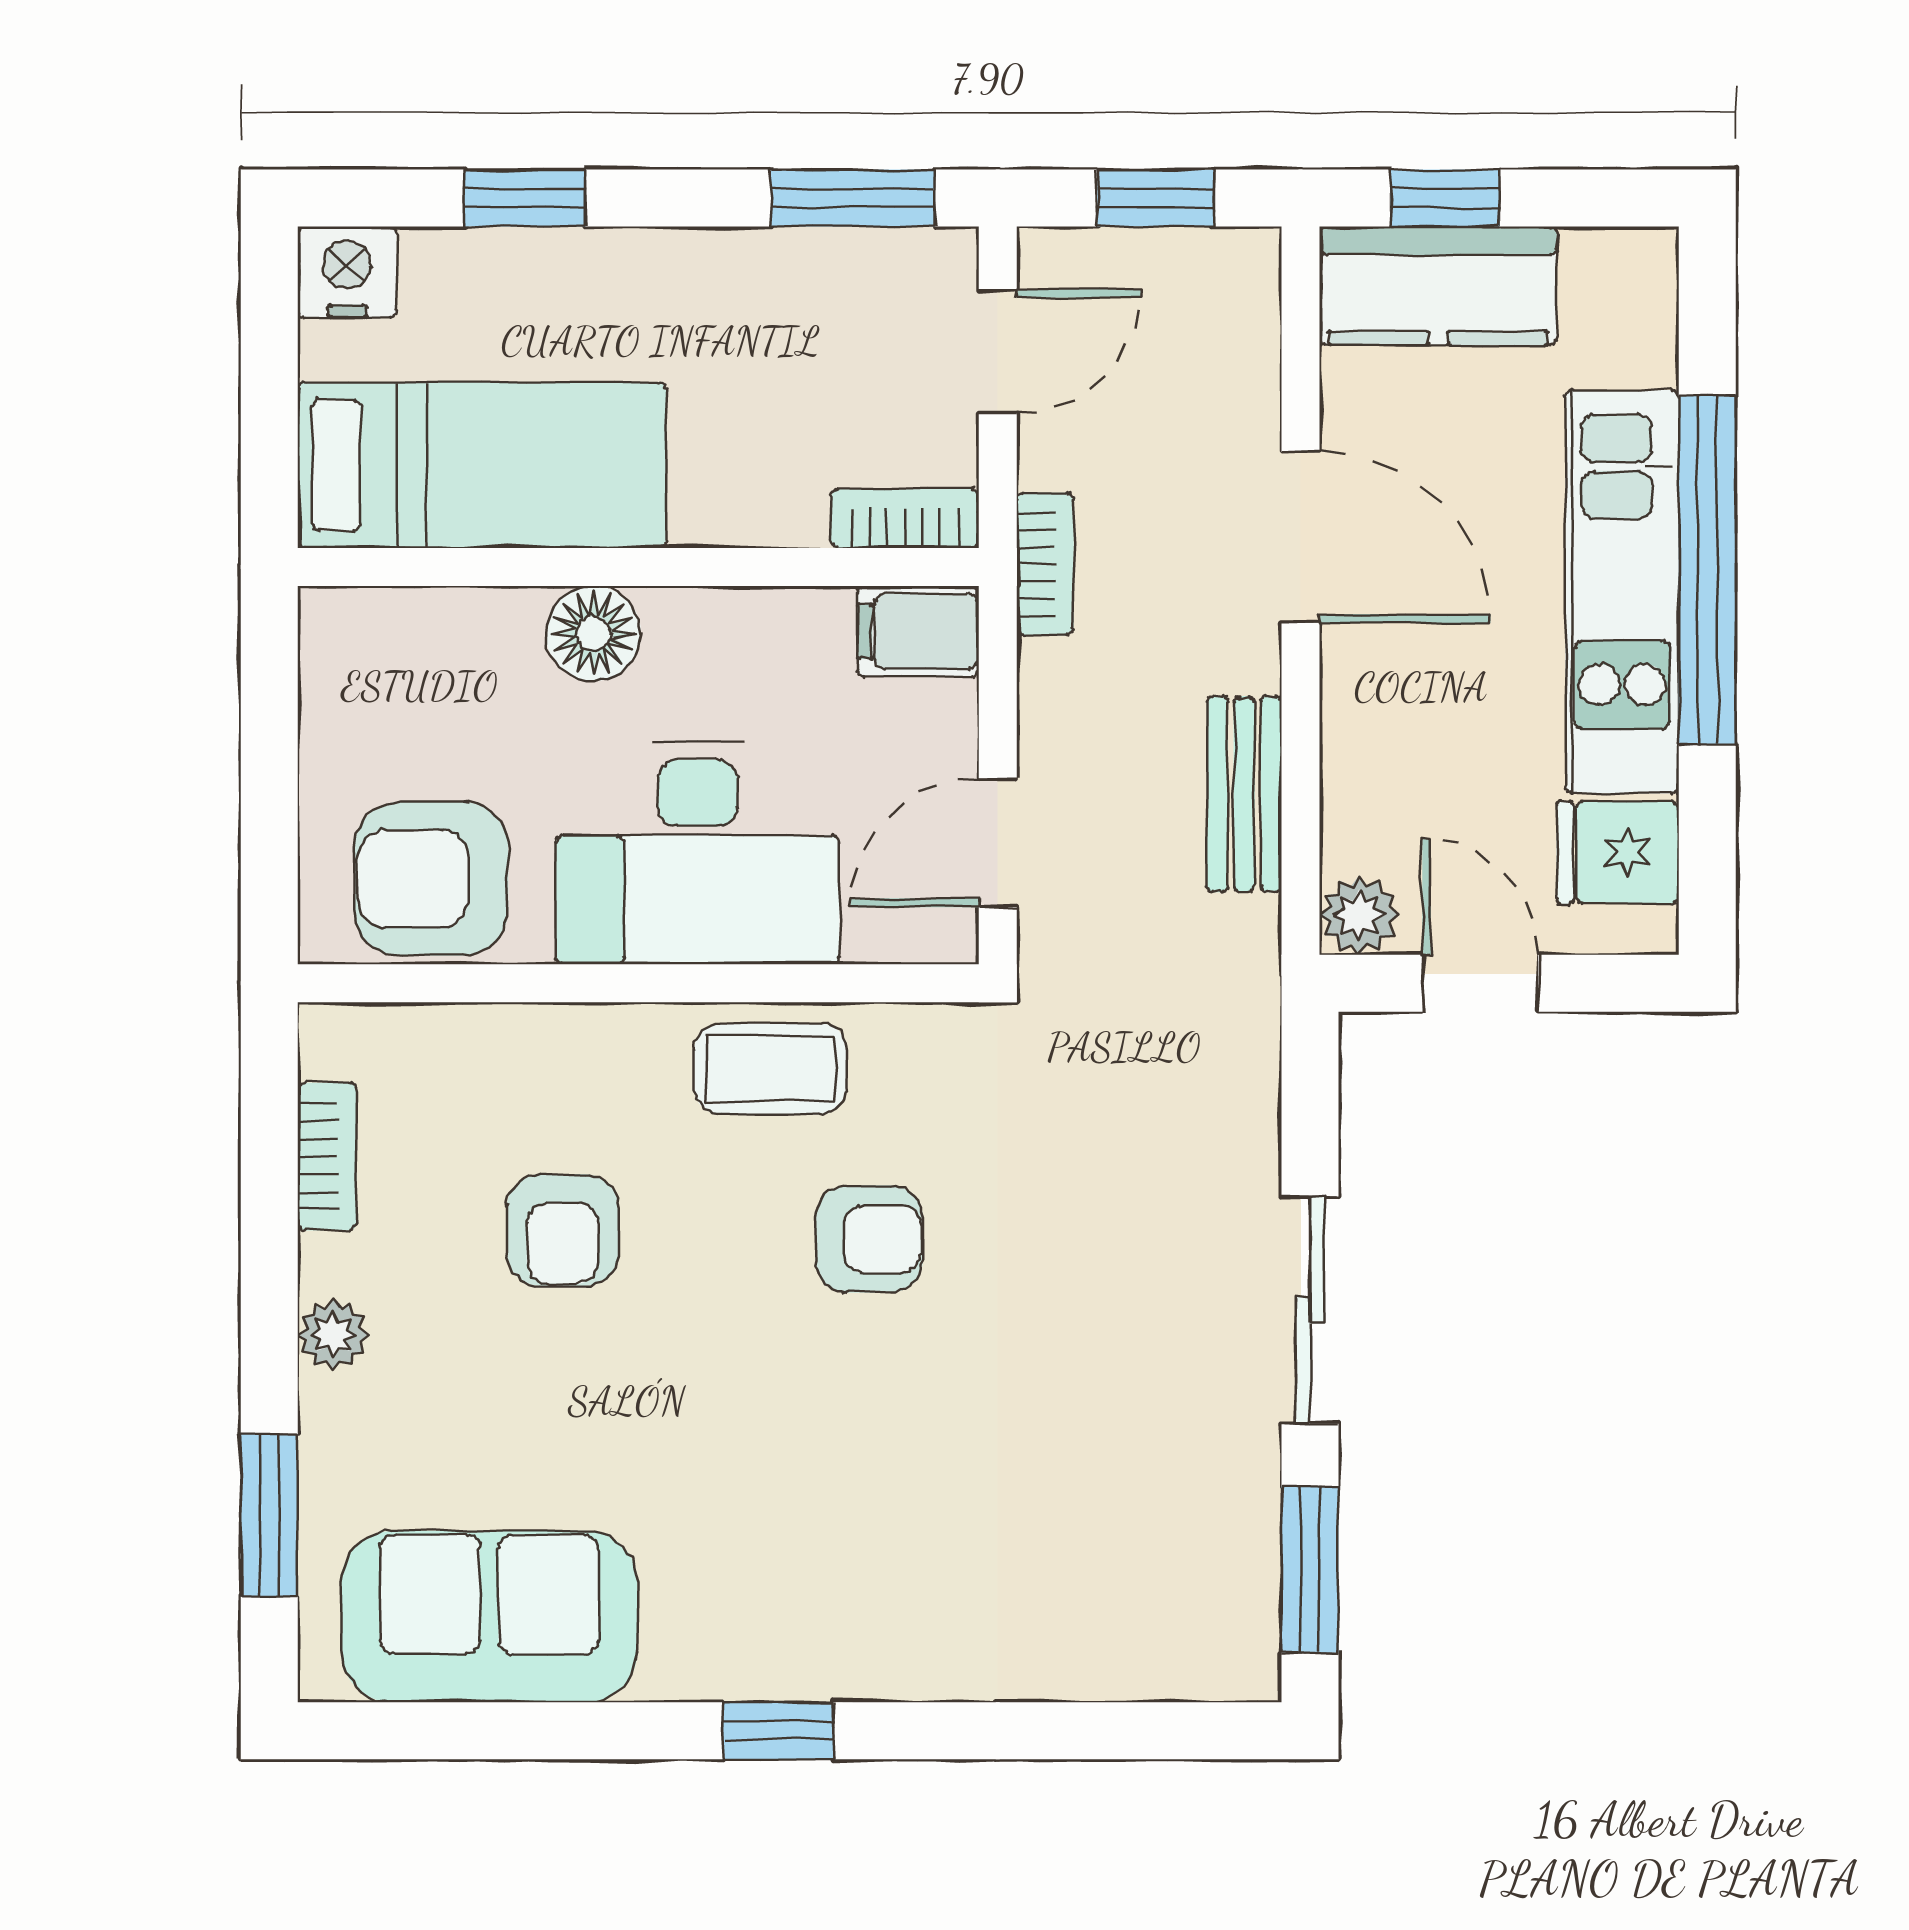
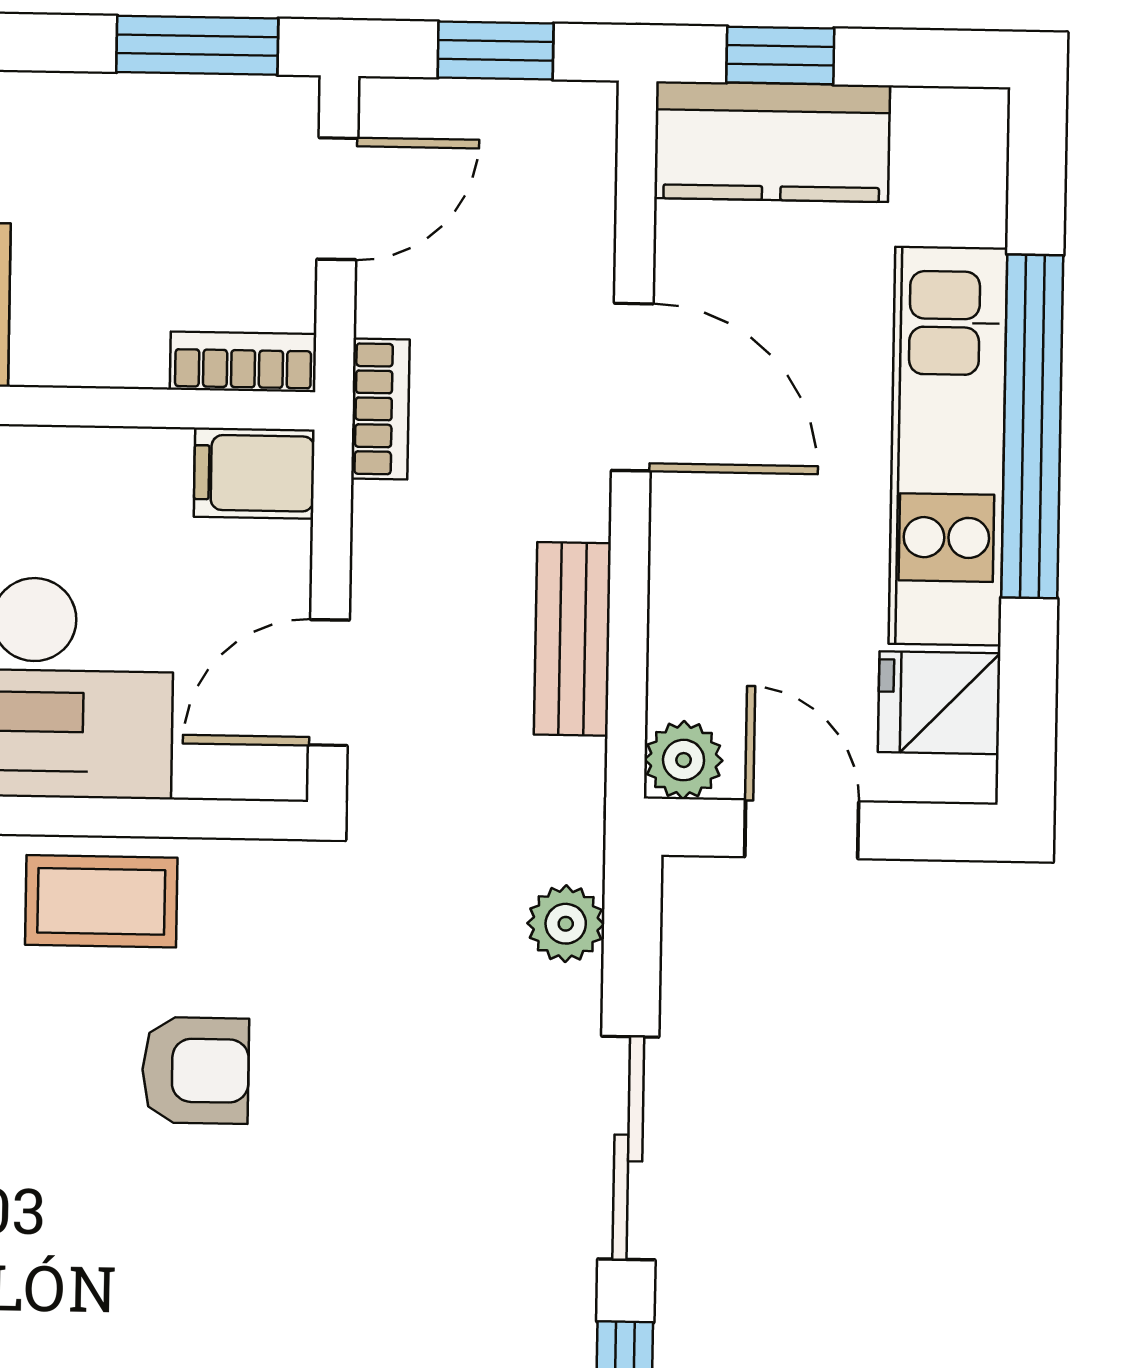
plant: (1242, 1083) -> (566, 924), added

